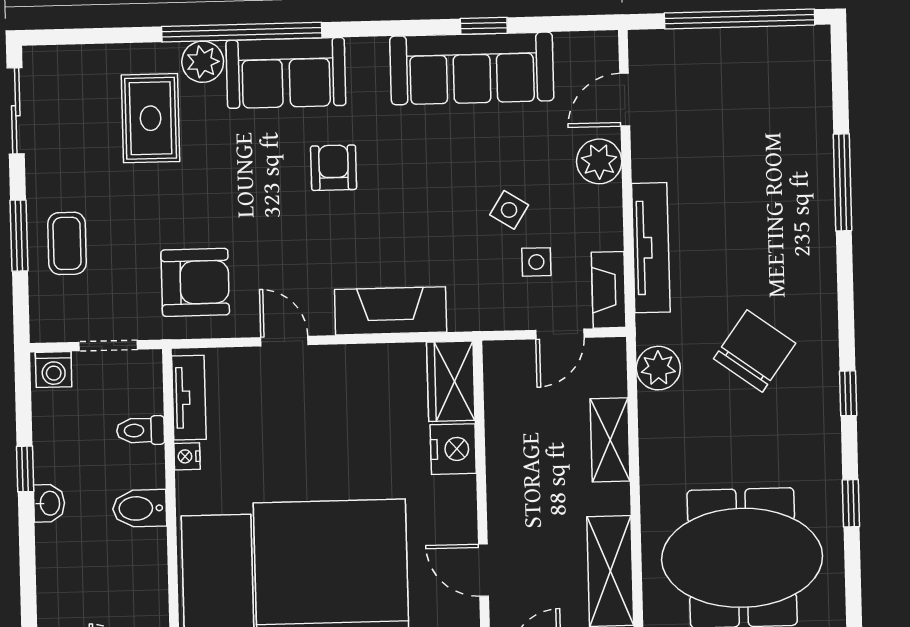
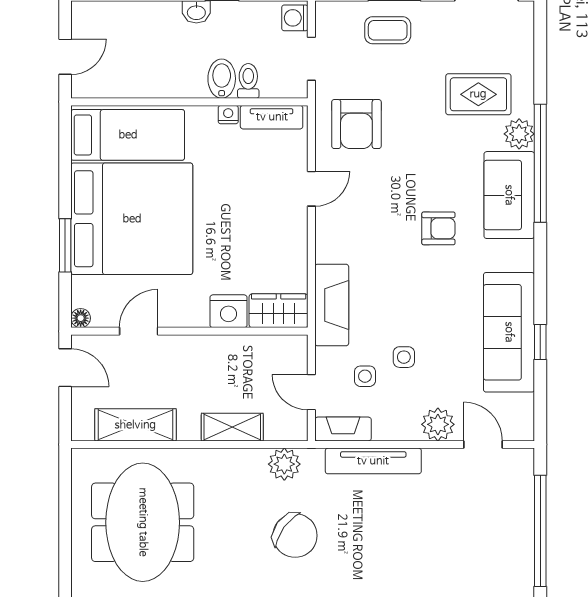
side table: (509, 210) -> (404, 357), turned -32
fireplace: (391, 311) -> (332, 305), moved
bidet: (140, 508) -> (222, 79), moved

